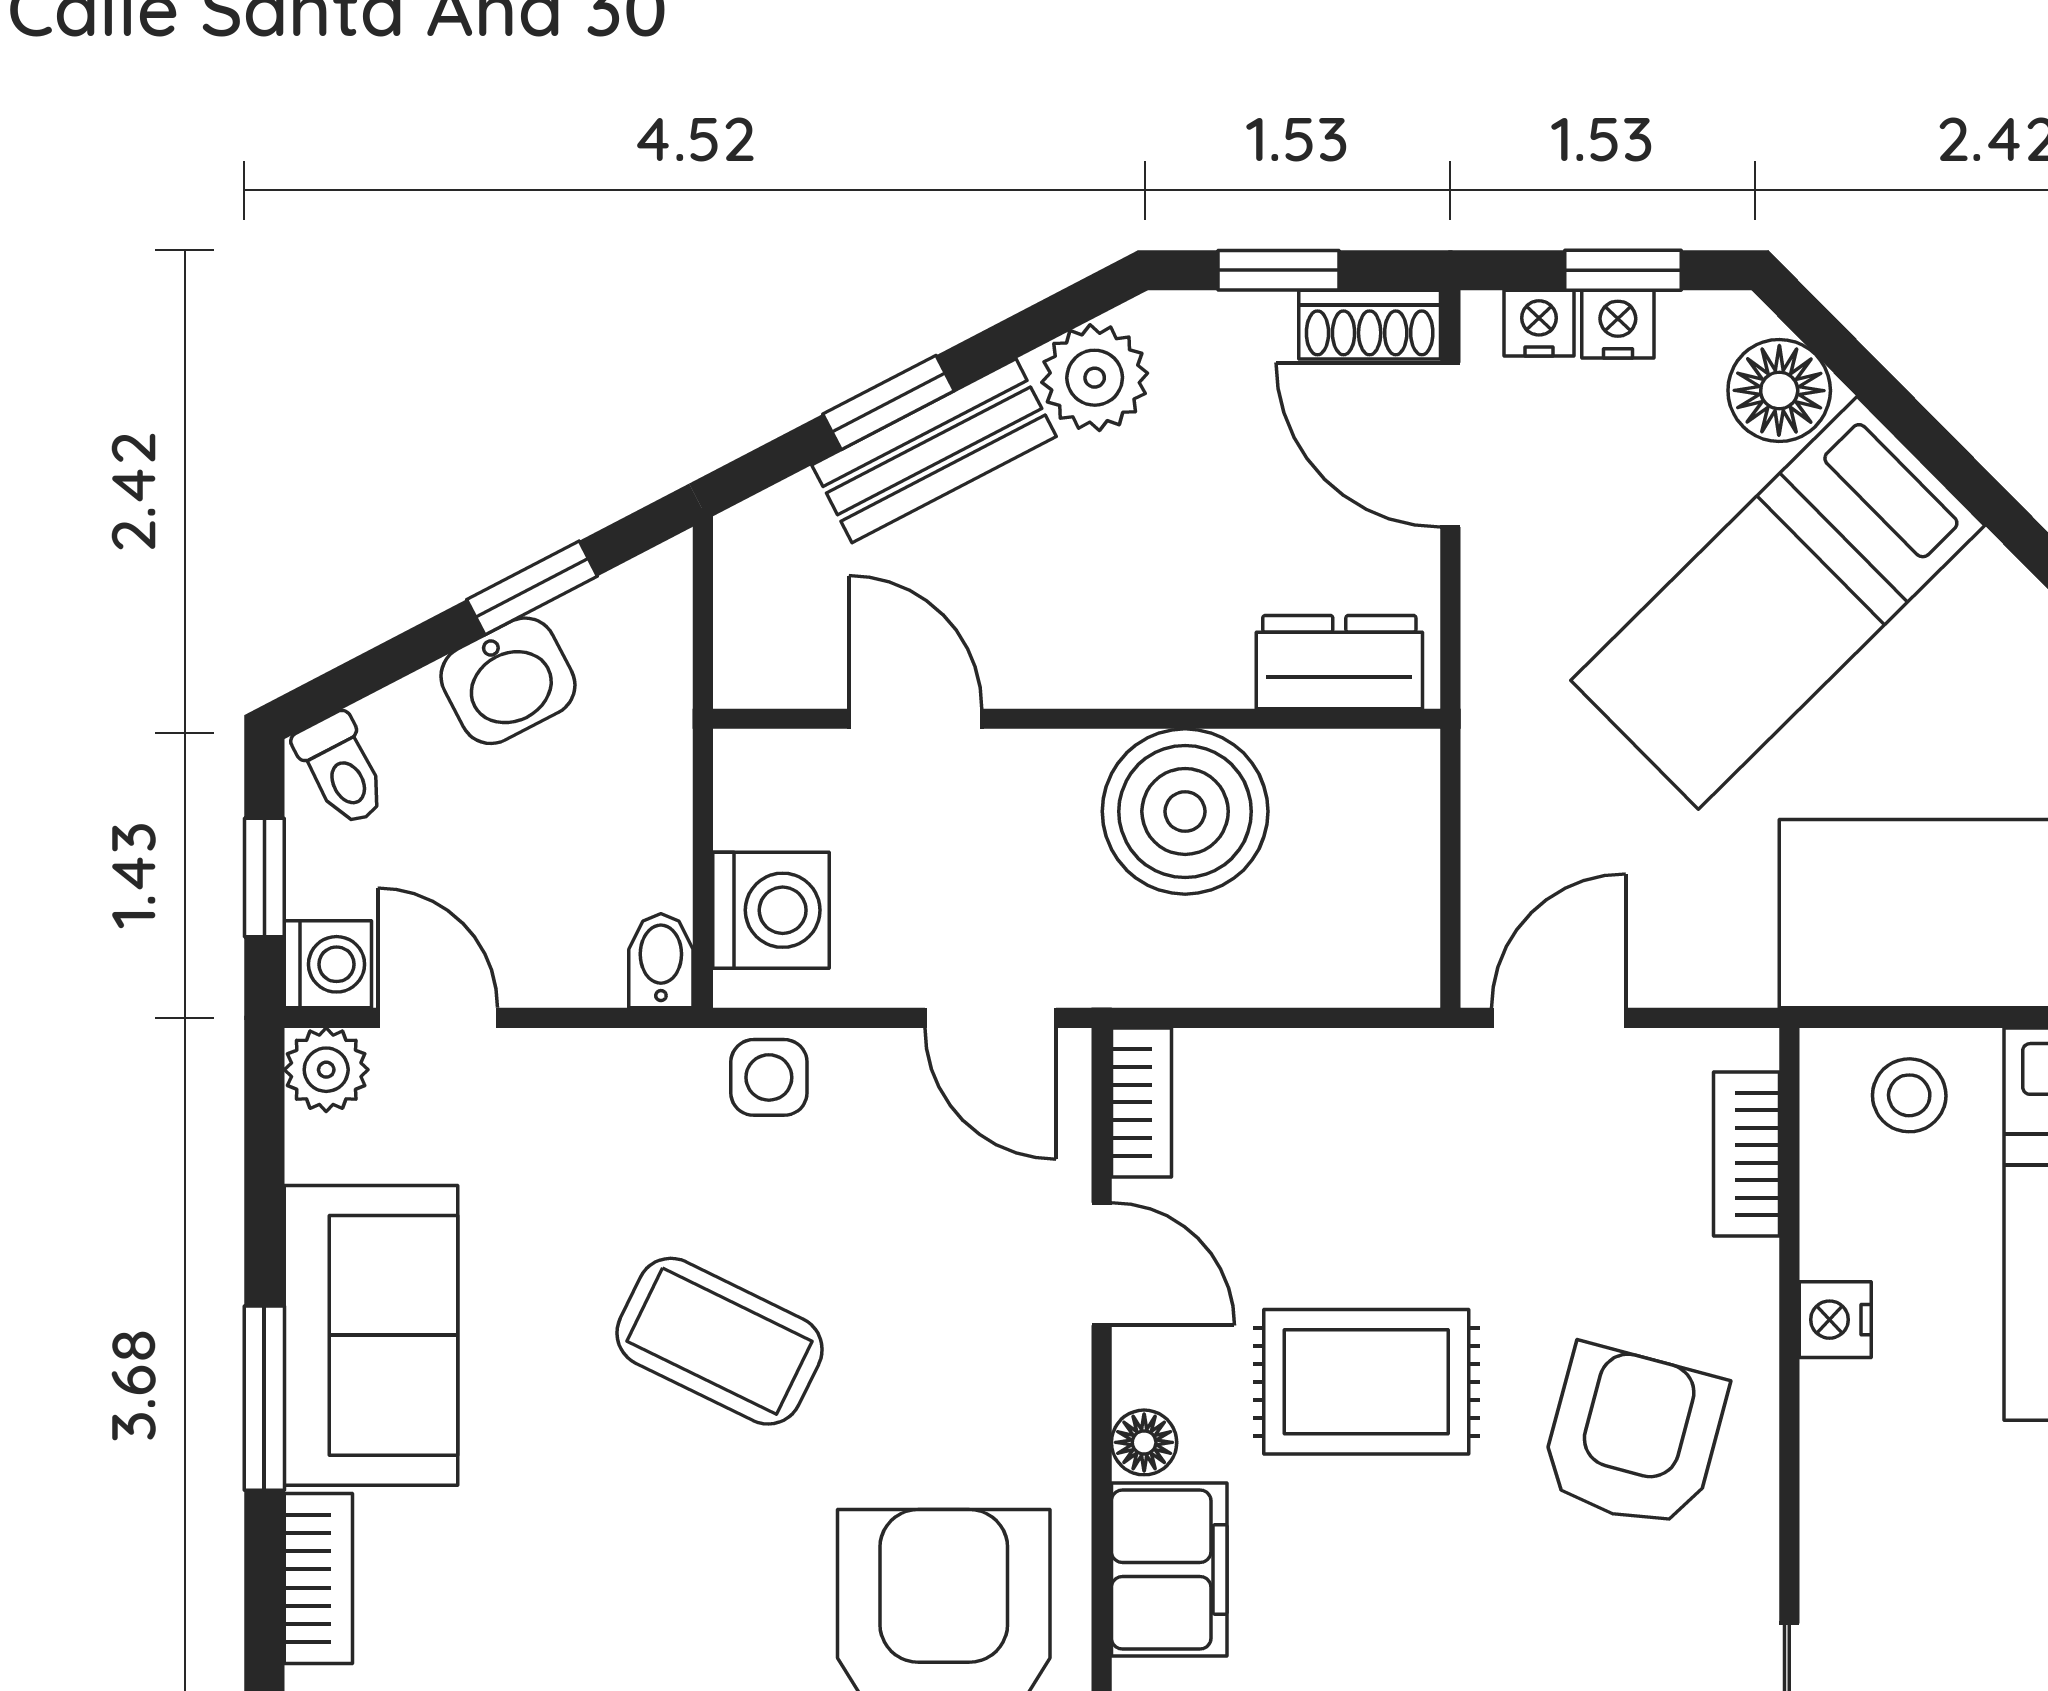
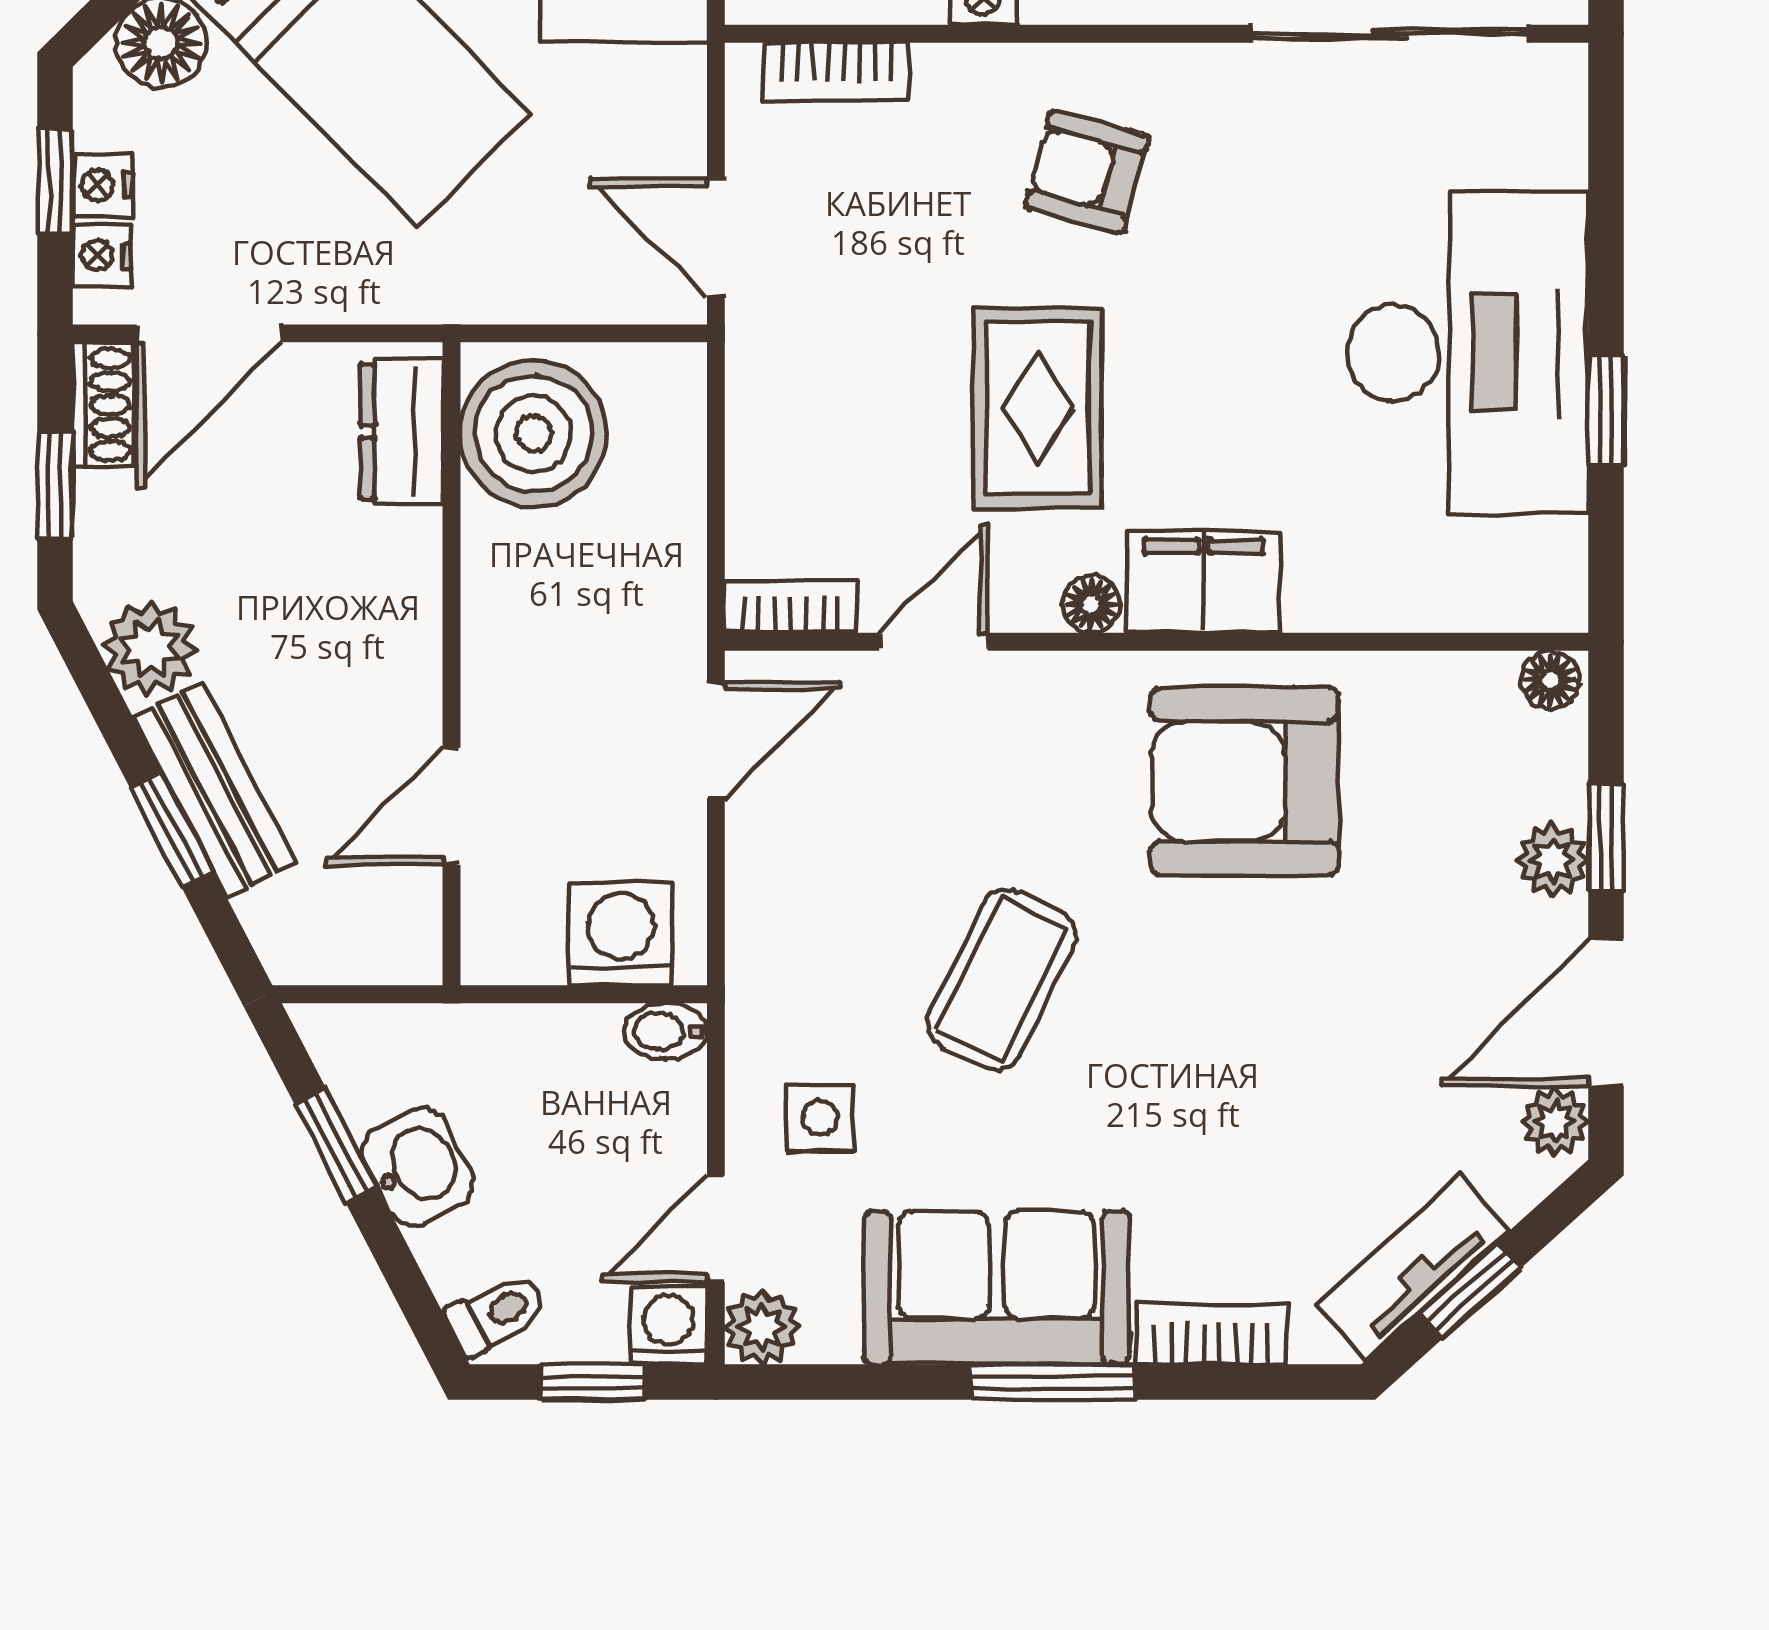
boiler: (1185, 811) -> (533, 433), moved
side table: (769, 1077) -> (820, 1118), moved
armchair: (1633, 1437) -> (1087, 172), width x0.72, depth x0.72

